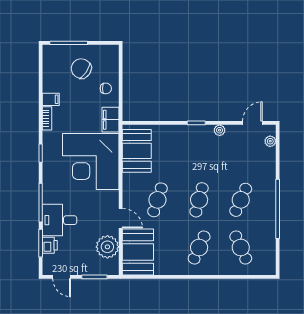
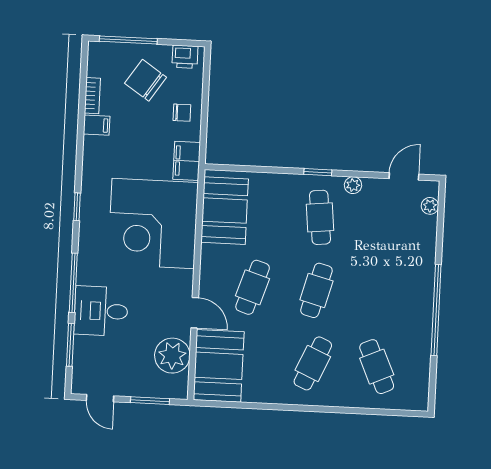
bookcase: (47, 118) -> (92, 96), moved
cafe table: (241, 200) -> (320, 217), moved, turned -30
printer: (50, 245) -> (185, 57), moved, turned 90

